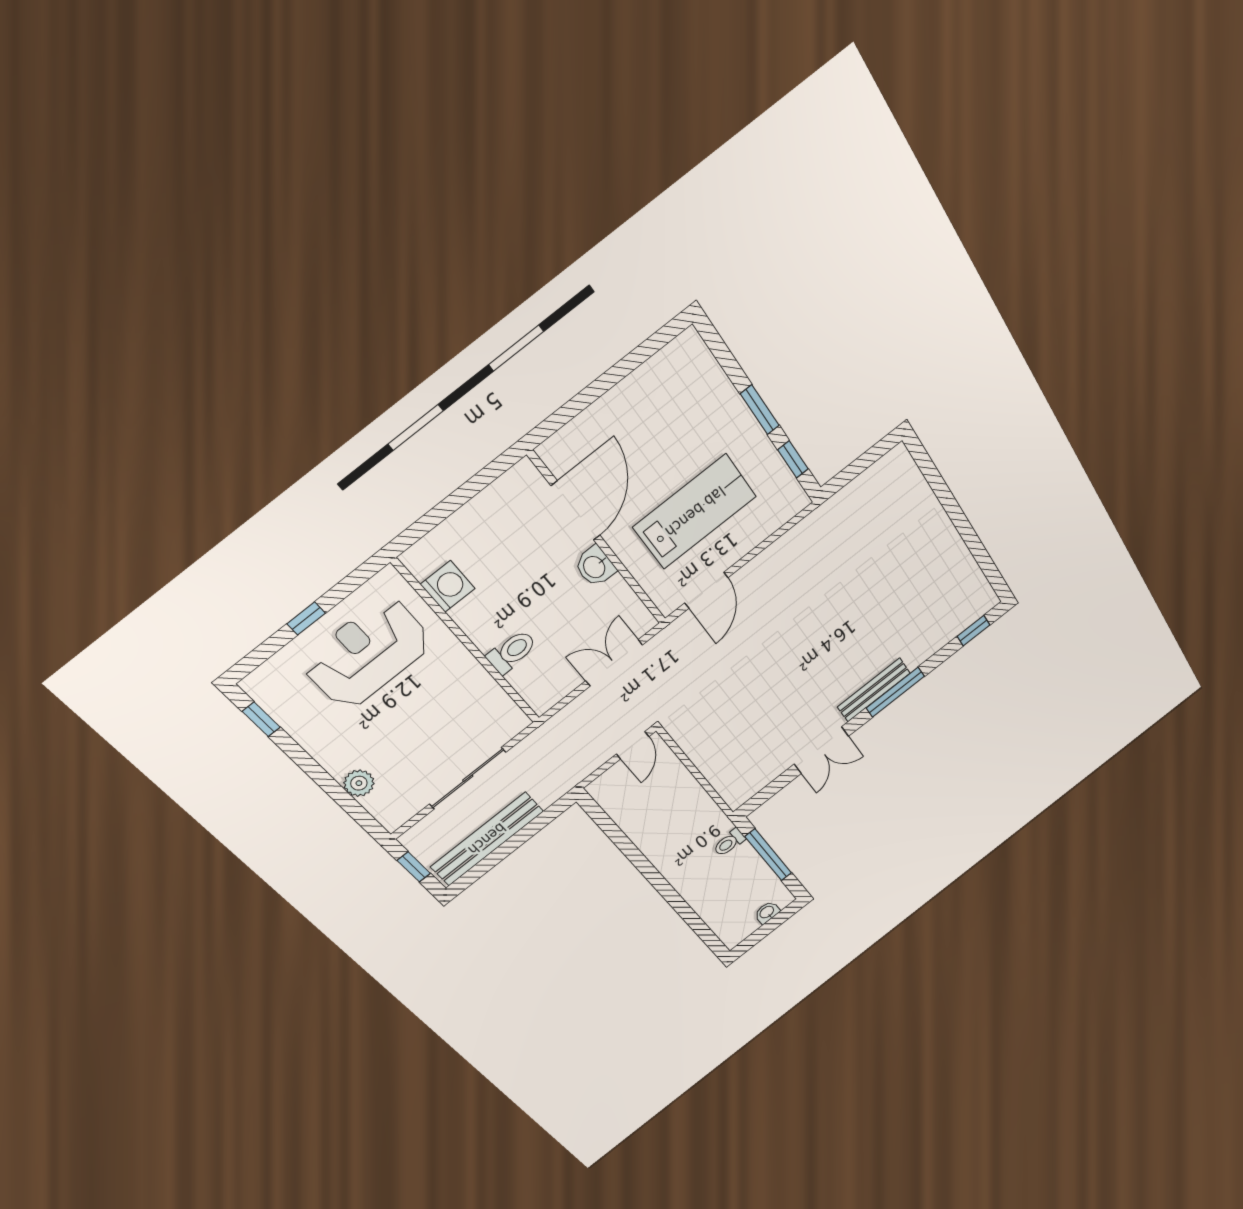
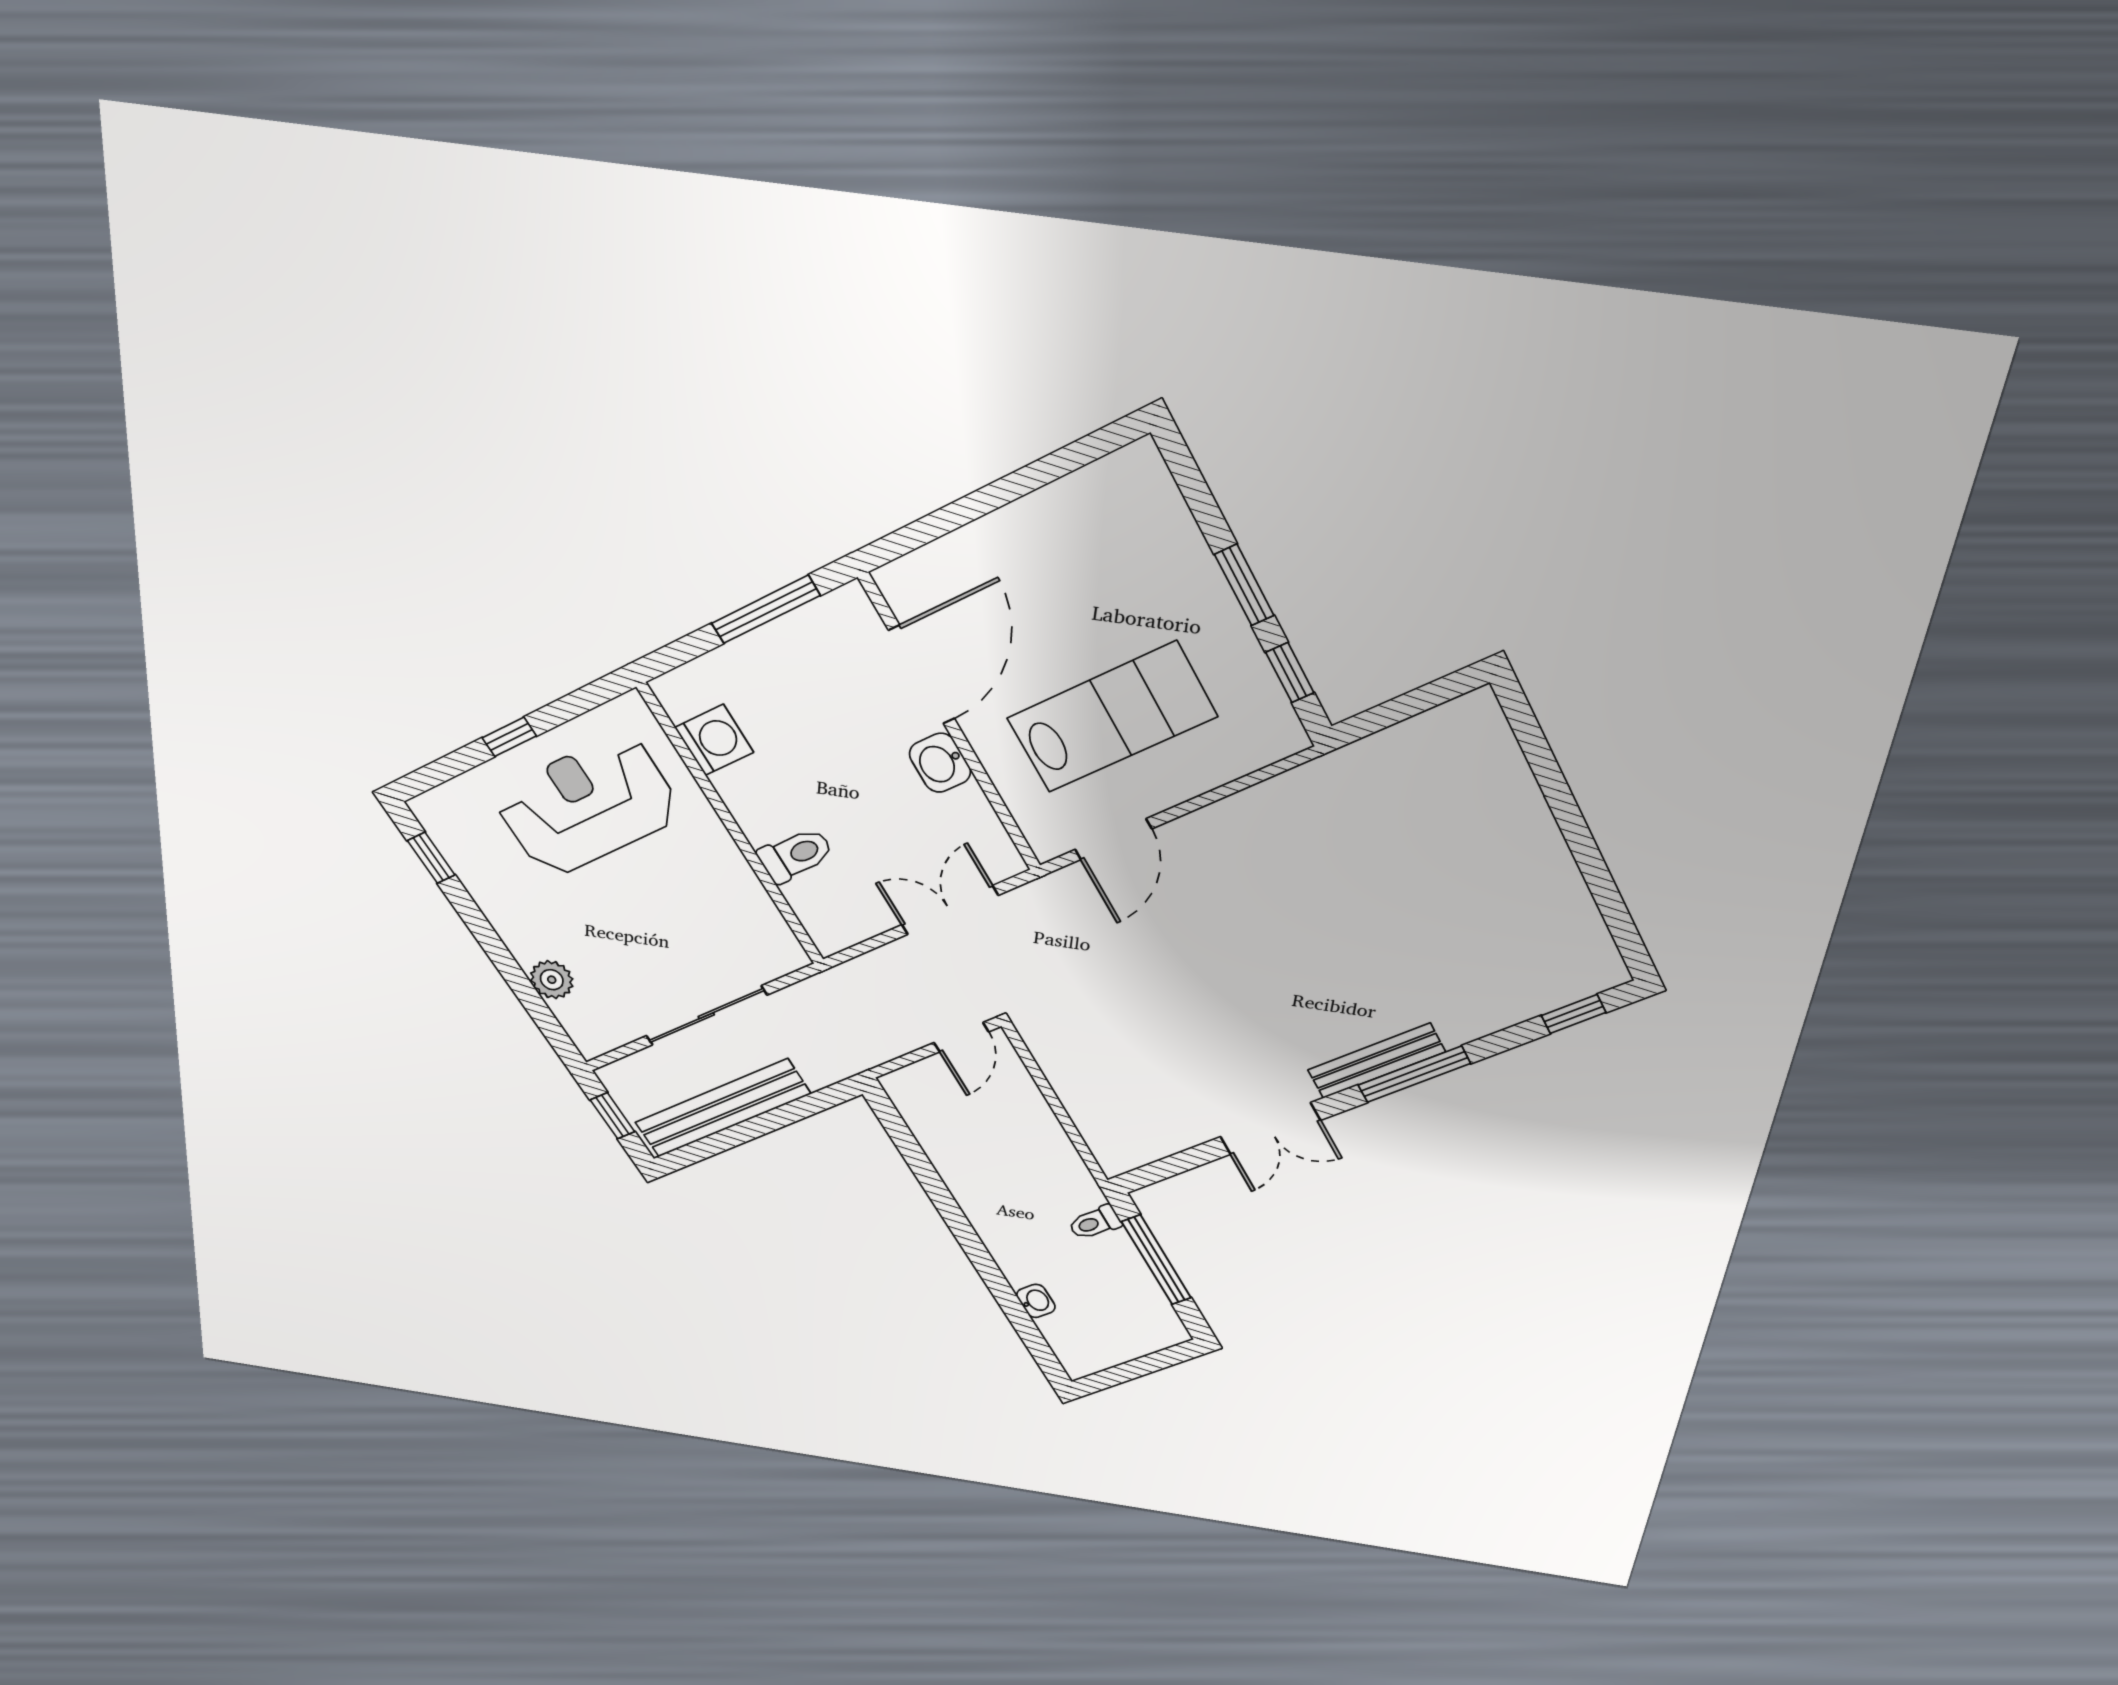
window: (470, 489) -> (766, 609), added
washbasin: (767, 912) -> (1036, 1301), moved, turned 90

